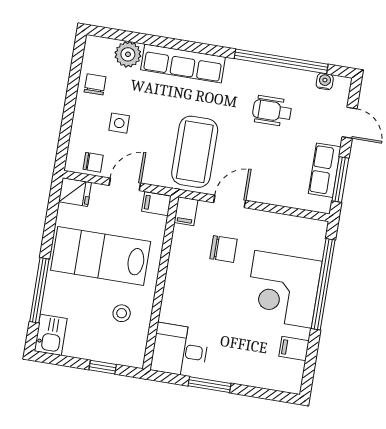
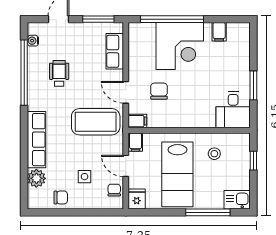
chair: (95, 84) -> (61, 197), turned 180
wheelchair: (272, 111) -> (59, 73), turned 180
row of seats: (325, 170) -> (115, 51), moved, turned 90

